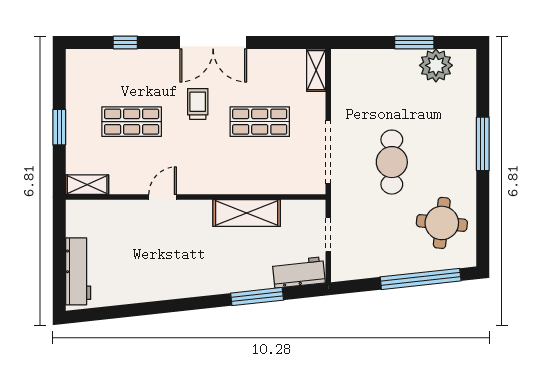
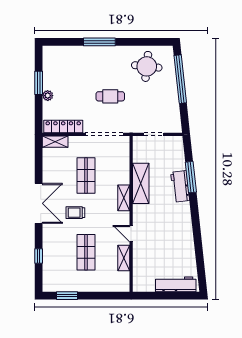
plant: (436, 65) -> (48, 96), moved, width x0.53, depth x0.53
locker: (342, 83) -> (63, 126), added
window: (59, 127) -> (67, 296), moved
cafe table: (392, 162) -> (110, 96), width x0.73, depth x0.74
shelving: (87, 185) -> (124, 258), moved
shelving: (222, 185) -> (124, 198), added
workbench: (299, 272) -> (180, 186), moved

